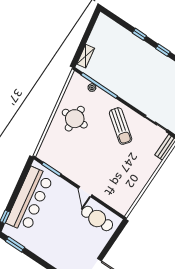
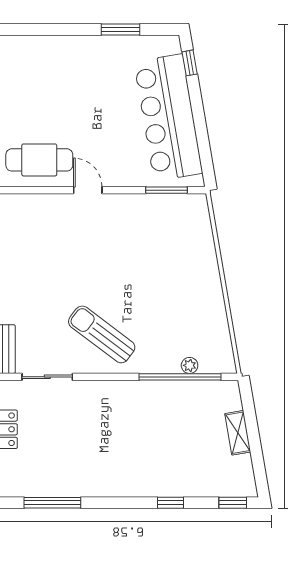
window: (163, 50) -> (233, 503), moved
shelving: (86, 56) -> (238, 433), moved
round table: (75, 119) -> (184, 297), removed
window: (15, 244) -> (121, 29), moved

